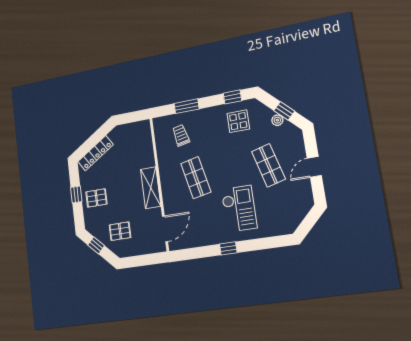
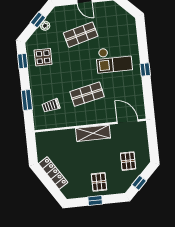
locker: (96, 153) -> (53, 173), moved
checkout: (239, 209) -> (114, 60), turned 180

